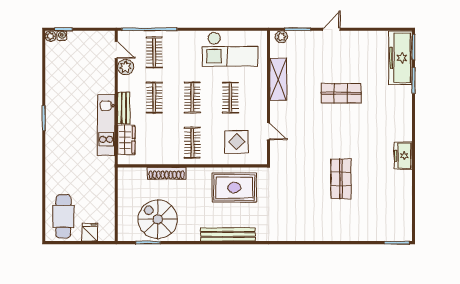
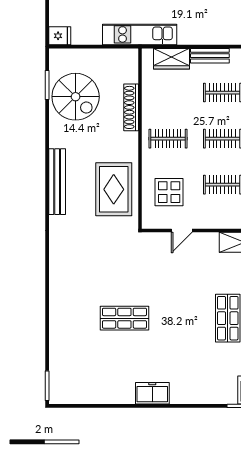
kitchen unit: (106, 125) -> (140, 34), moved
spiral stairs: (158, 219) -> (76, 97), turned 90
fridge: (90, 232) -> (60, 36), moved

